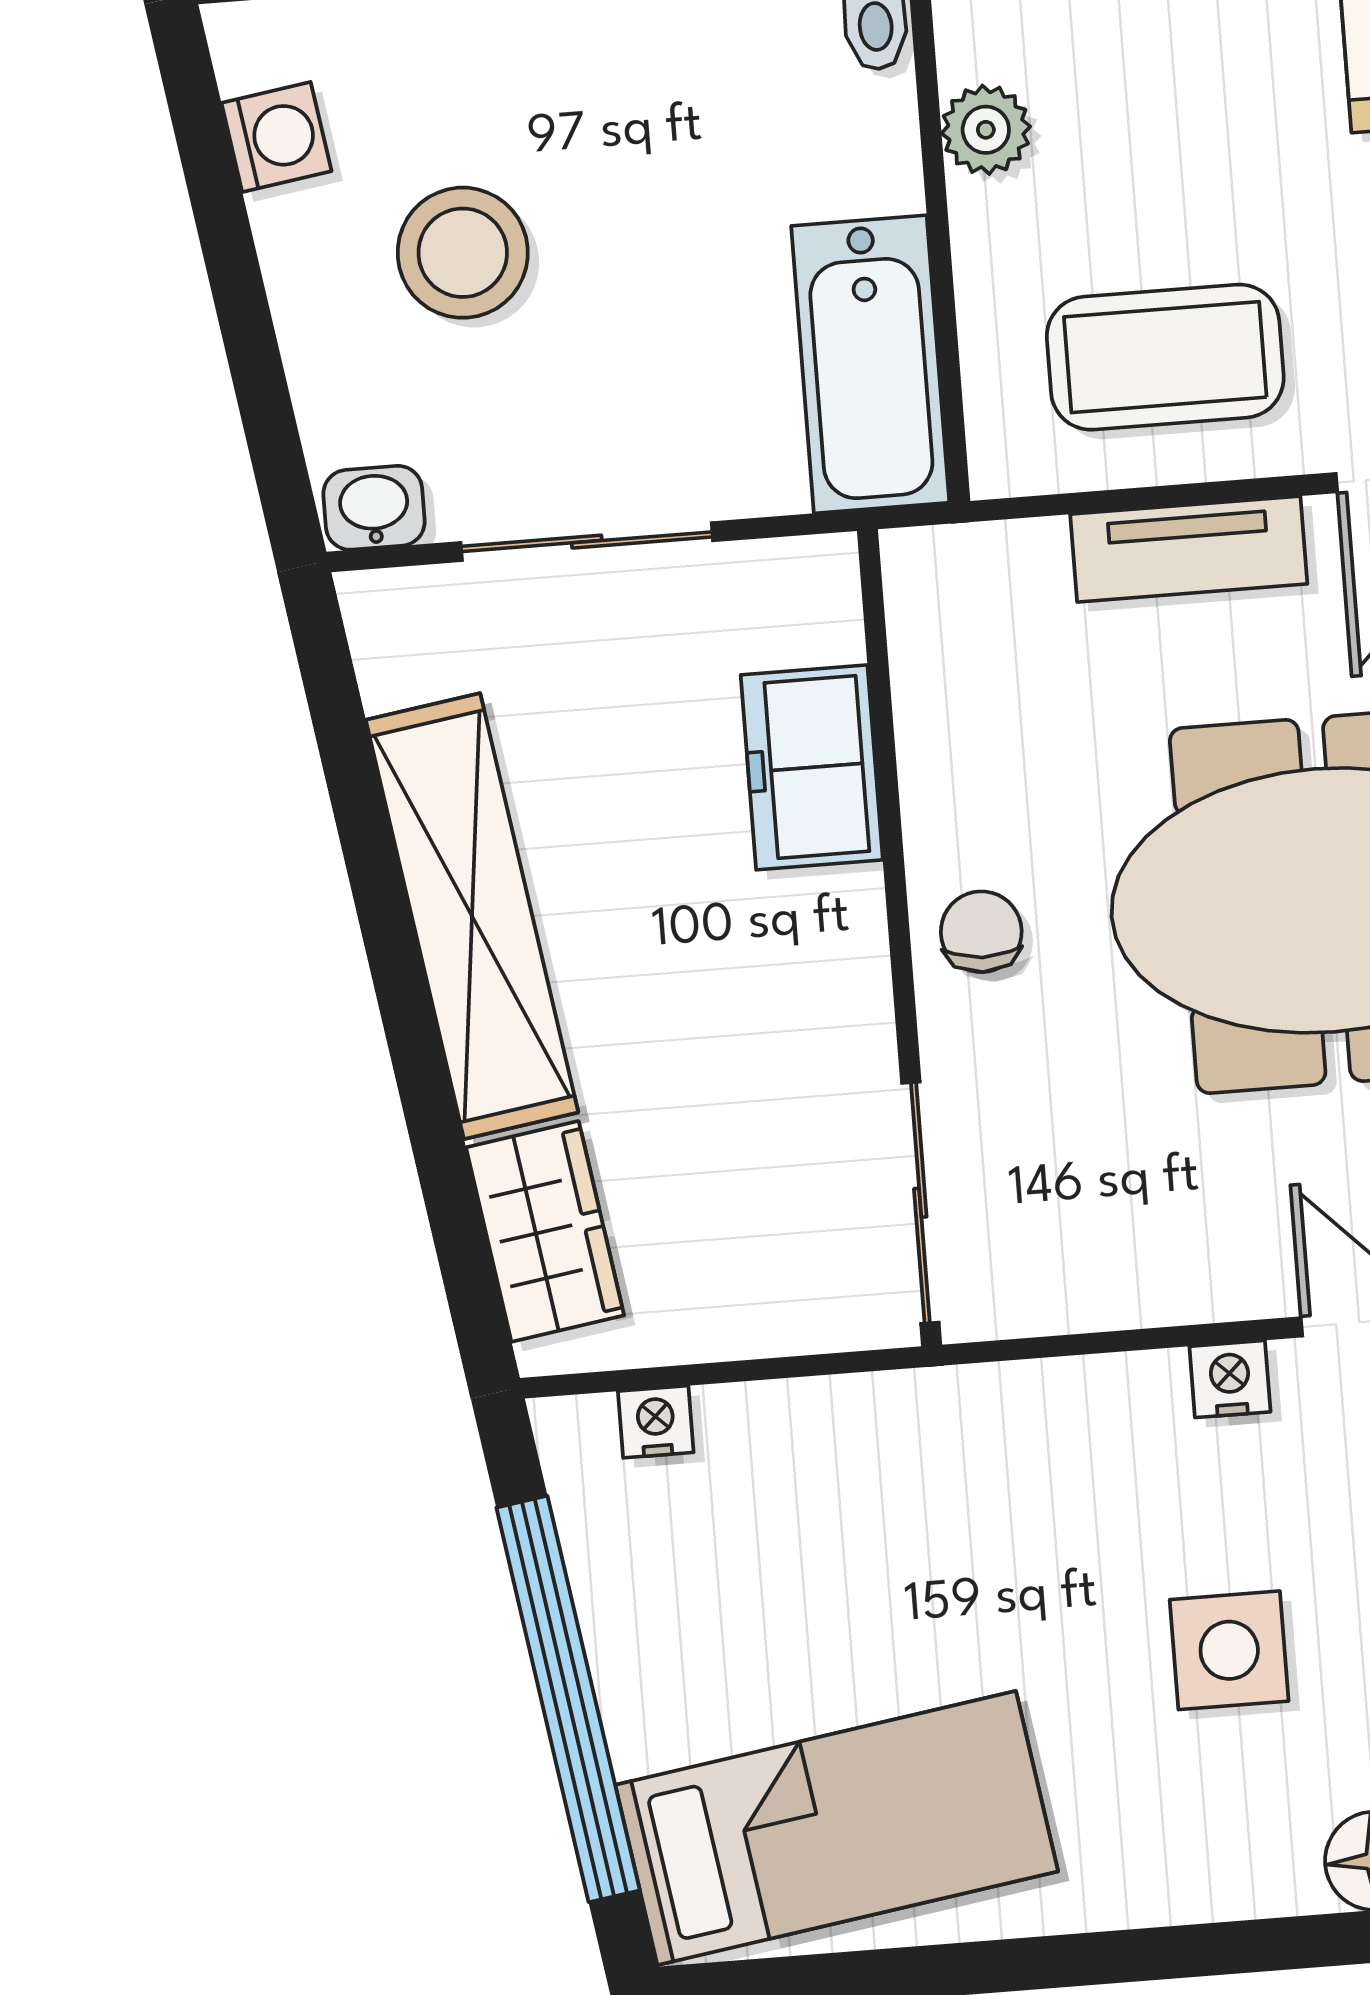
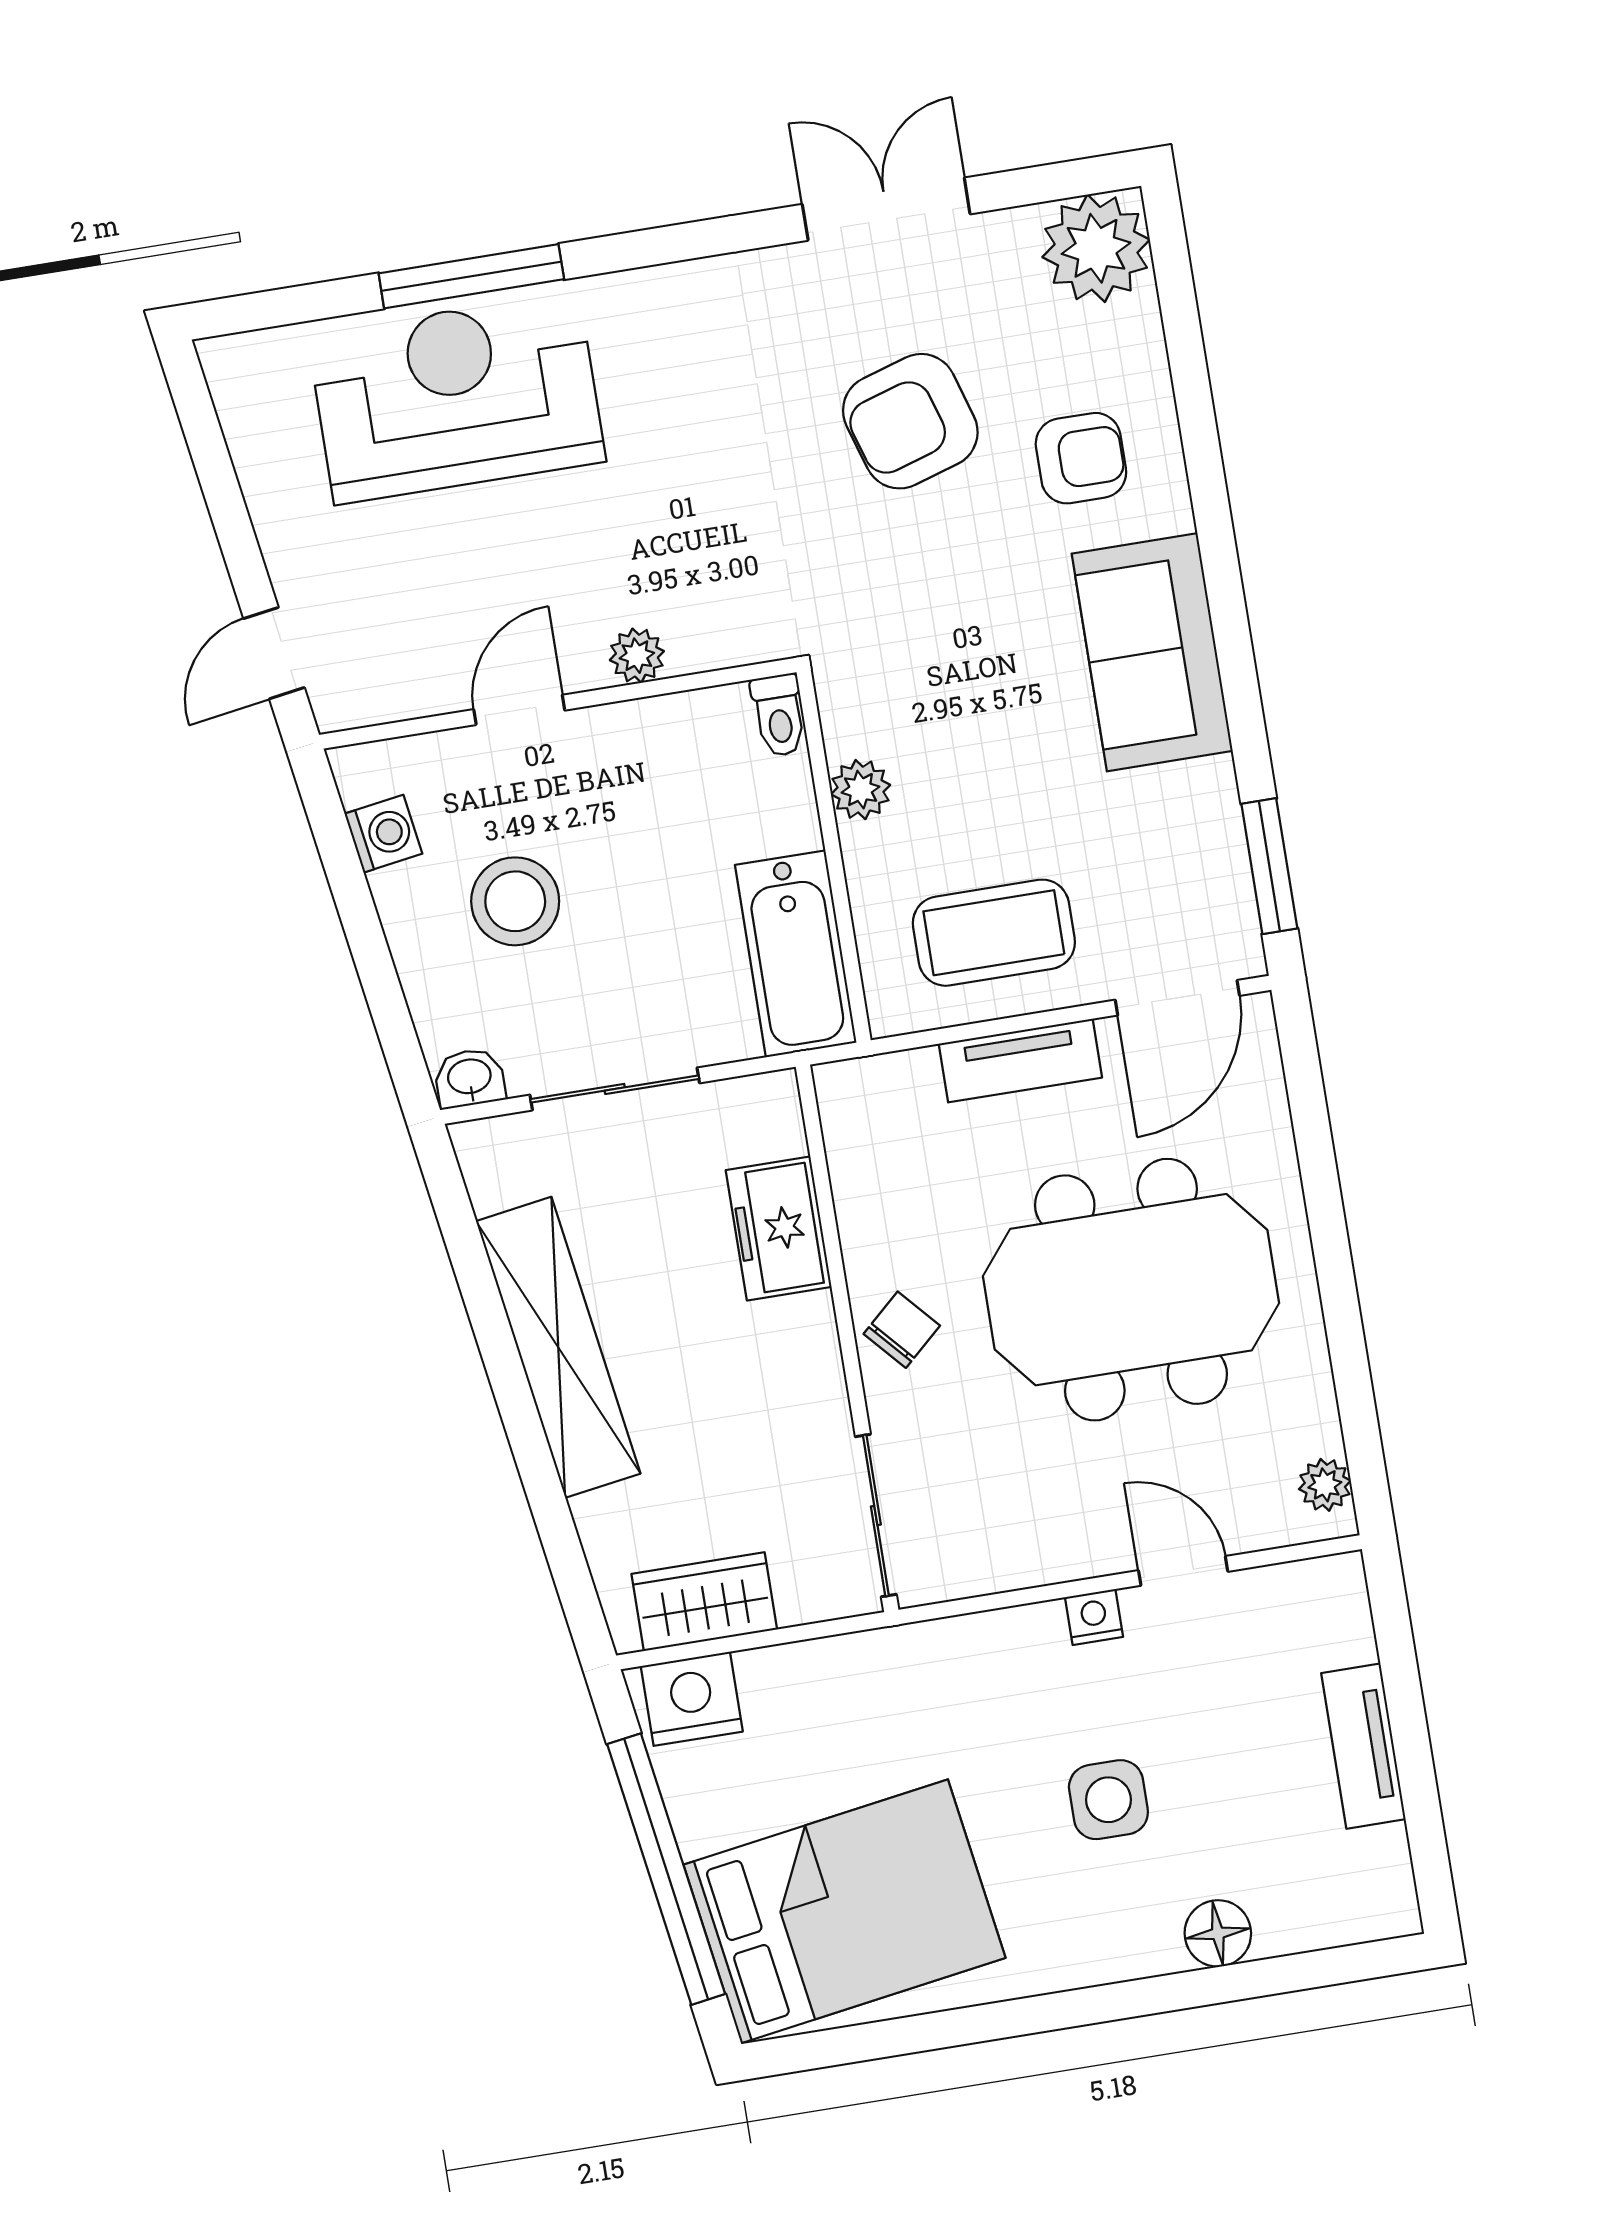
chair: (981, 932) -> (902, 1330), turned 46
wardrobe: (545, 1231) -> (704, 1602), moved, turned -81
nightstand: (656, 1422) -> (692, 1699), width x1.89, depth x1.79
bed: (837, 1828) -> (844, 1911), width x1.50

